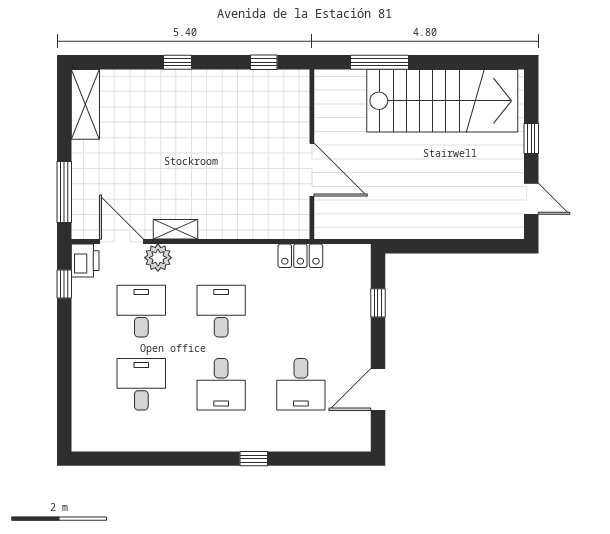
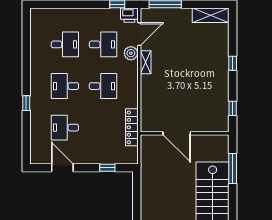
door: (312, 170) -> (177, 133), hinge flipped
locker: (300, 256) -> (132, 127), width x1.53

